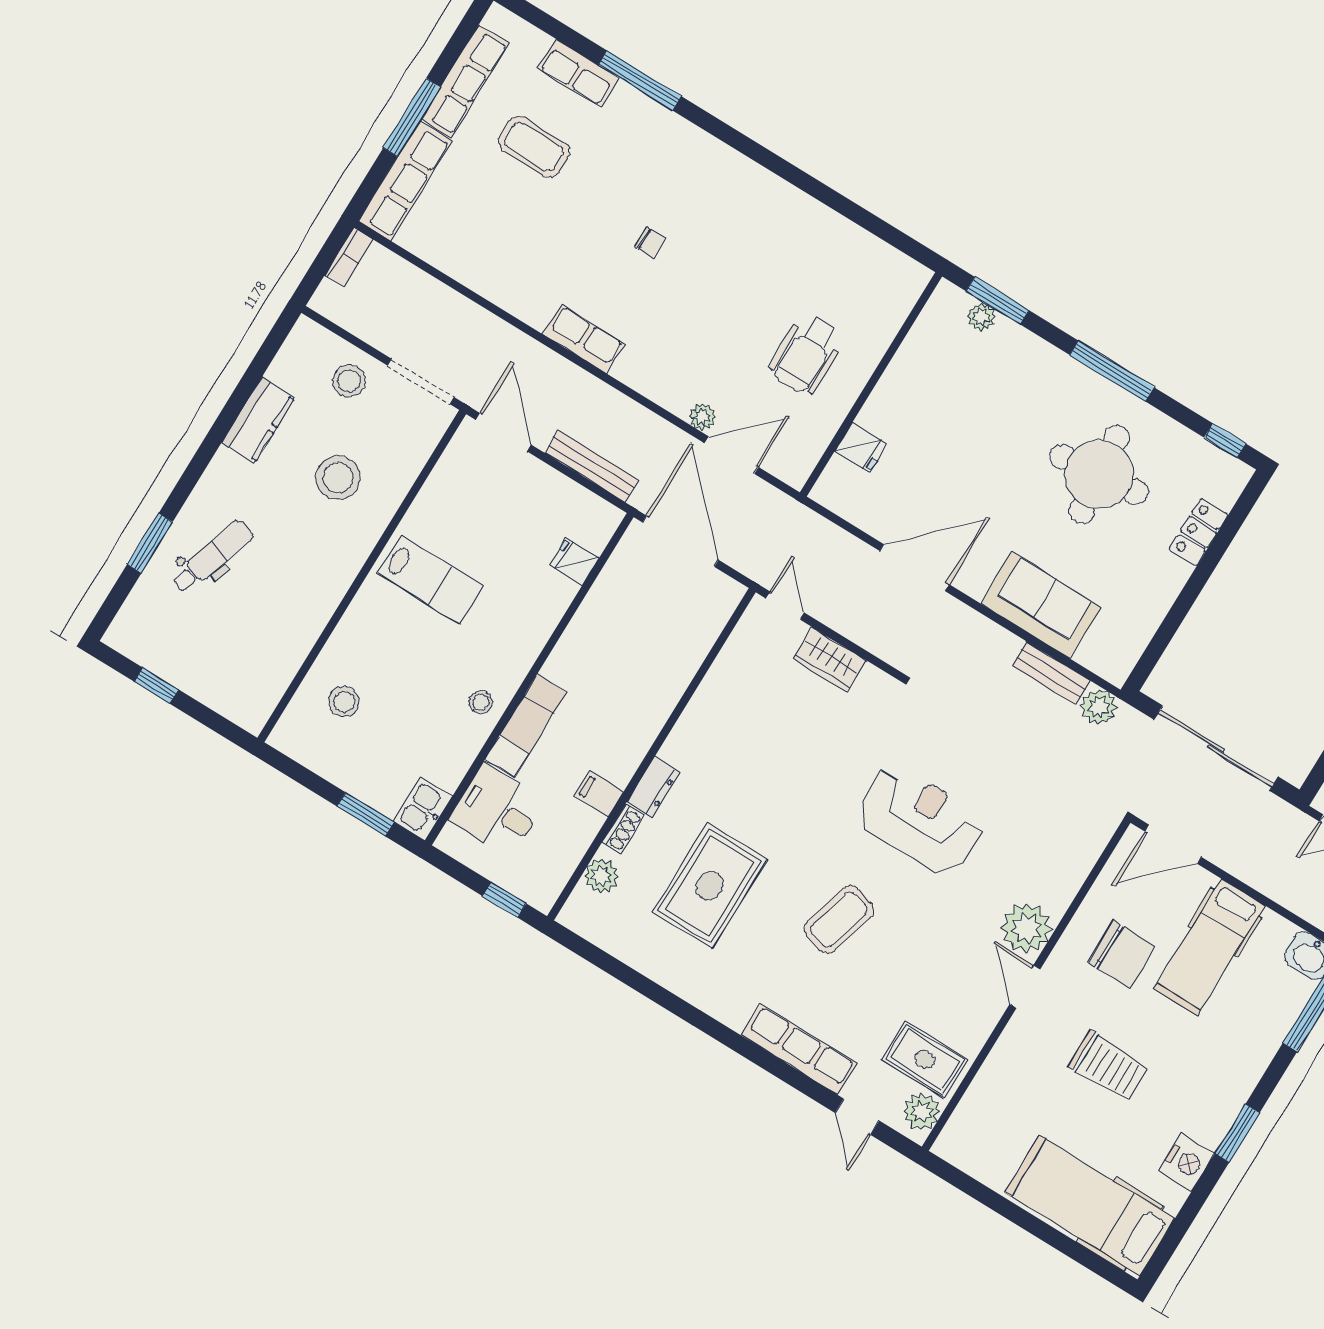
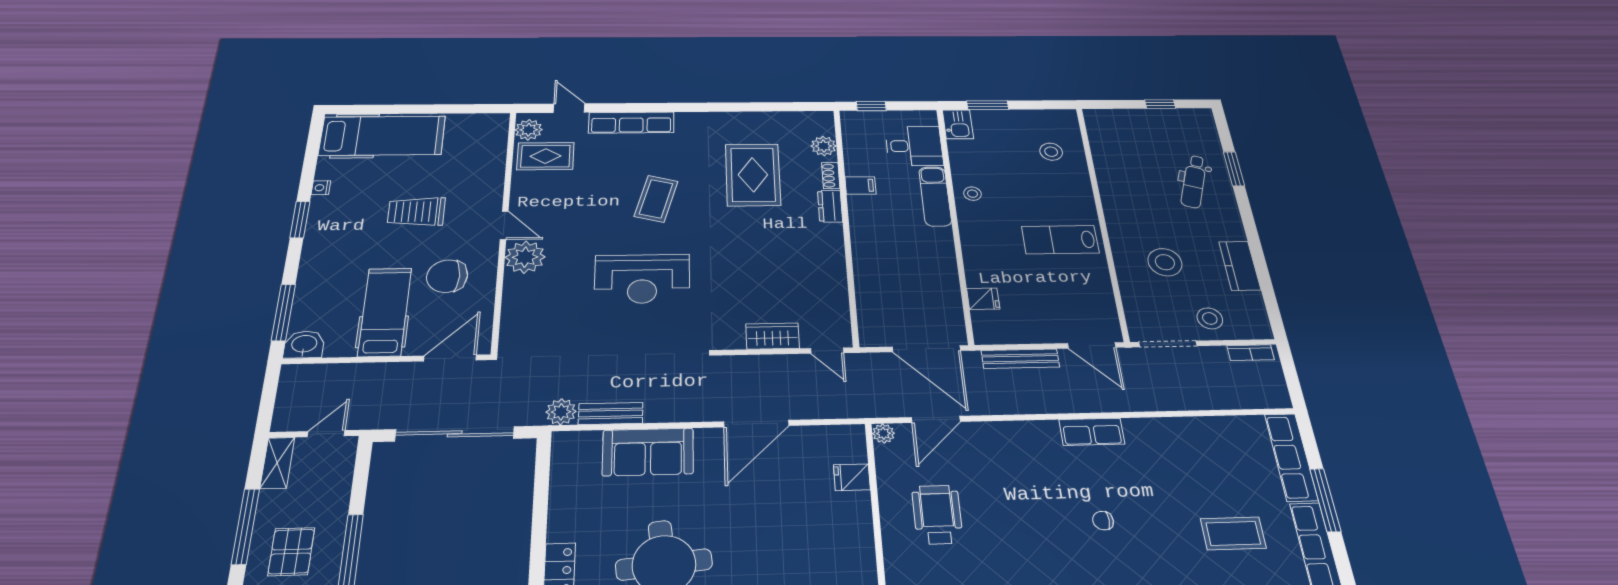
bookcase: (349, 257) -> (1251, 353), moved, turned -90
plant: (702, 417) -> (883, 433), moved
nightstand: (1187, 1162) -> (321, 188), width x0.53, depth x0.56

